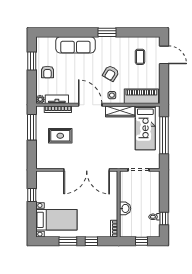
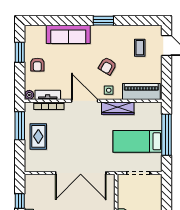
bed: (145, 128) -> (138, 141), moved, turned 90
rug: (60, 136) -> (38, 136), moved, turned 90

